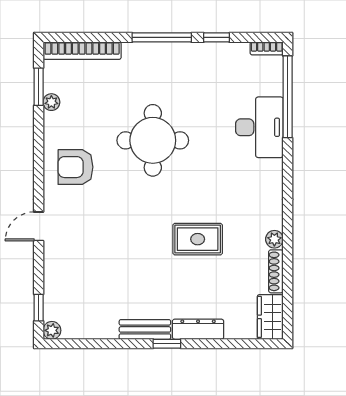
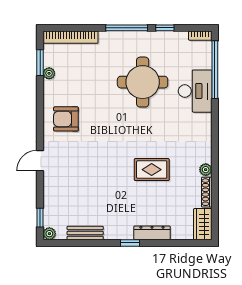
round table: (153, 140) -> (143, 82), moved
bench: (145, 329) -> (85, 233), moved

